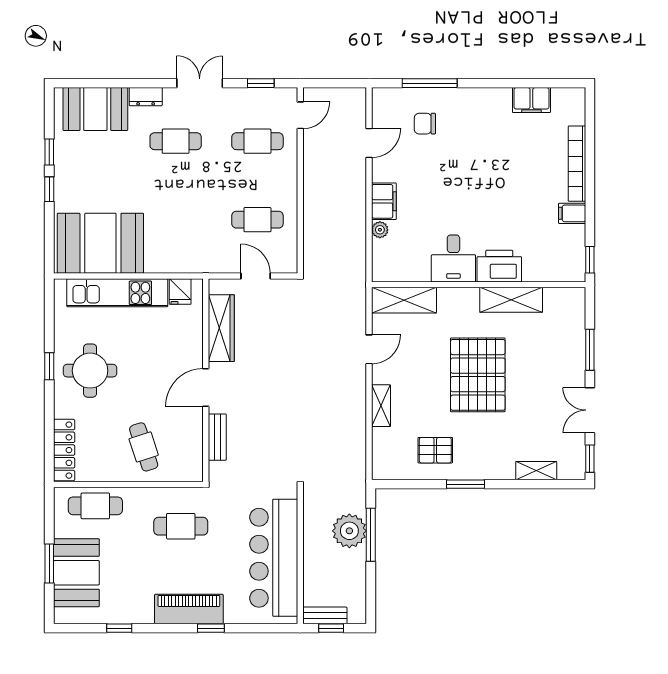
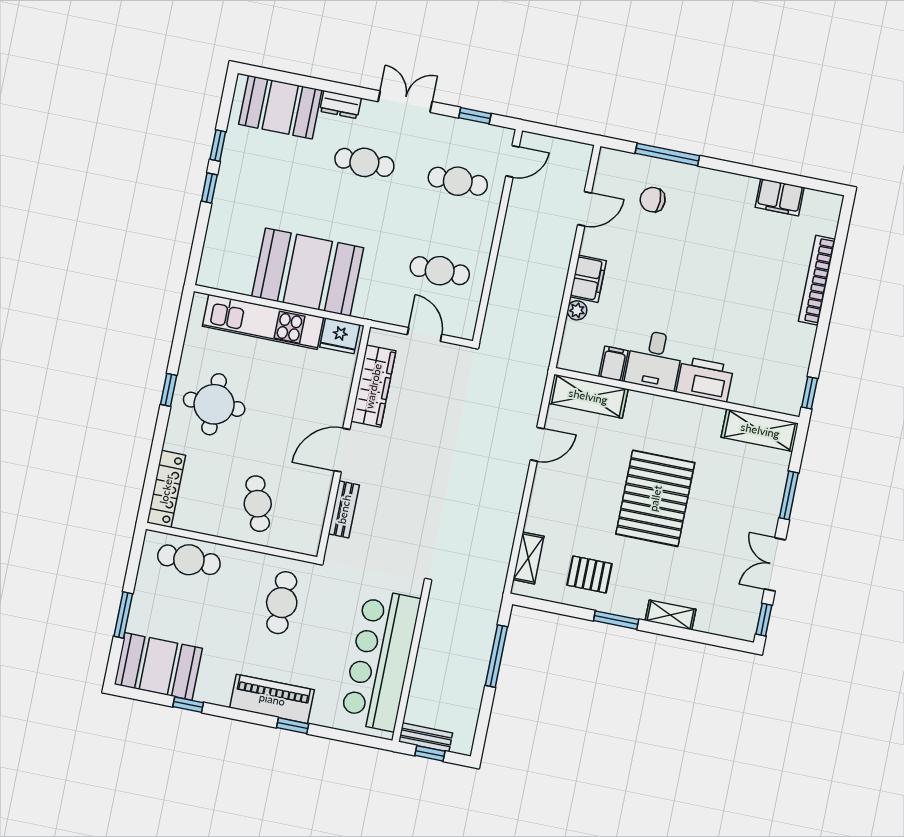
filing cabinet: (572, 213) -> (613, 364), moved, turned 90
booth: (100, 243) -> (308, 272), moved
fridge: (180, 292) -> (340, 336), width x1.38
shelving: (511, 300) -> (760, 430), moved
shelving: (381, 406) -> (528, 558), moved
shelving: (536, 471) -> (670, 615), moved
cafe table: (181, 526) -> (282, 603), turned 90
plant: (349, 531) -> (473, 647), removed
booth: (76, 573) -> (158, 666), moved, turned 90

